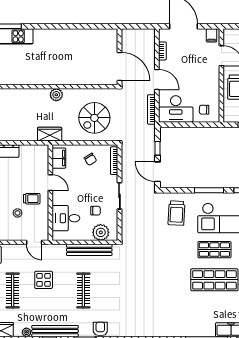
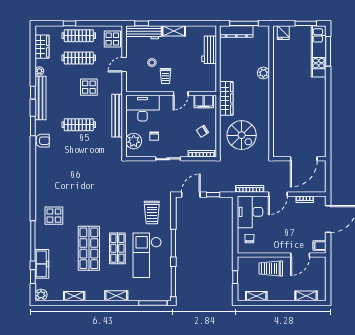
door: (119, 67) -> (304, 159), moved
plant: (56, 95) -> (263, 73), moved
spiral stairs: (94, 118) -> (242, 135), turned 180
wardrobe: (50, 134) -> (226, 98), width x1.50
trolley: (177, 213) -> (152, 213), turned -93
desk: (66, 218) -> (143, 108), width x1.37
door: (34, 242) -> (124, 64), moved
bench: (89, 250) -> (117, 116), moved
display table: (180, 317) -> (54, 216), added

